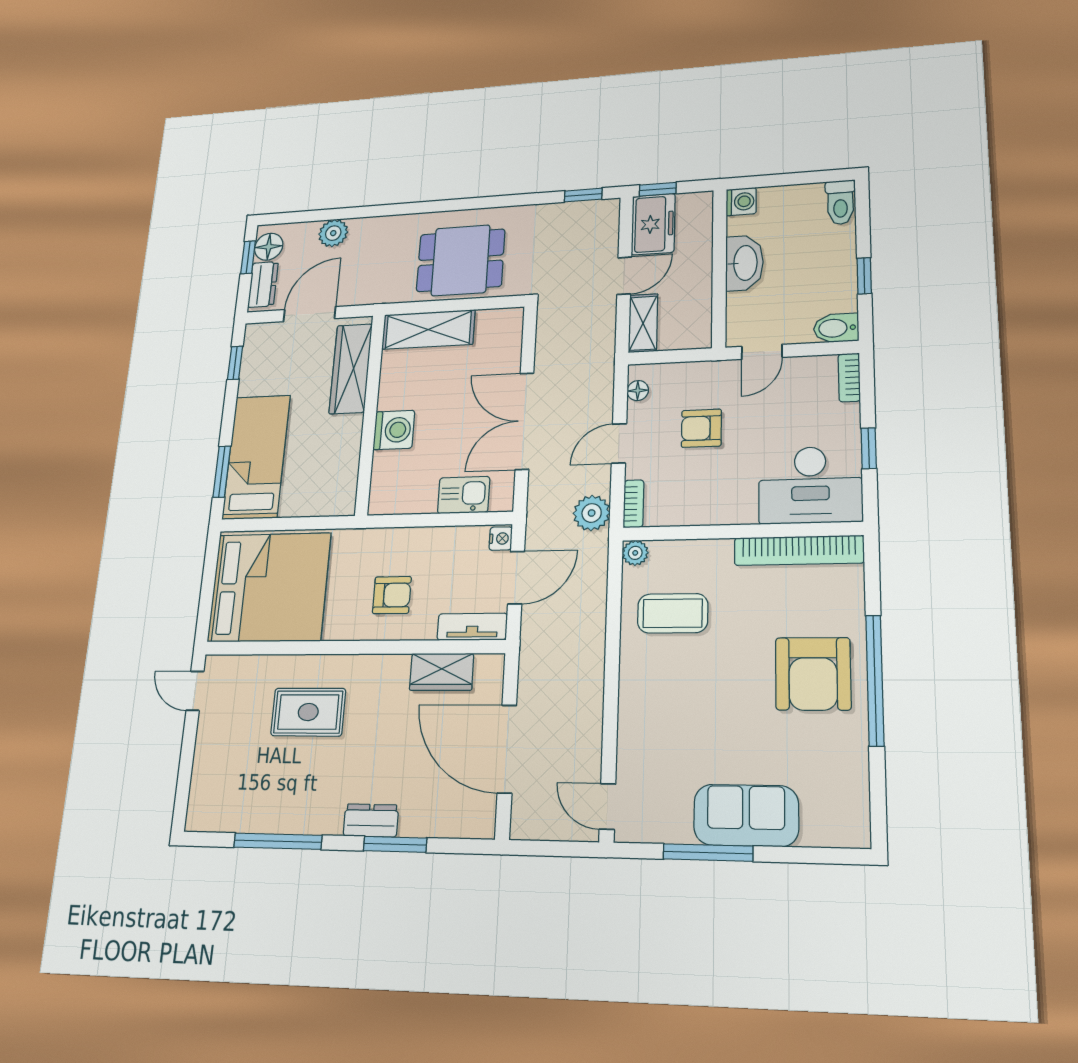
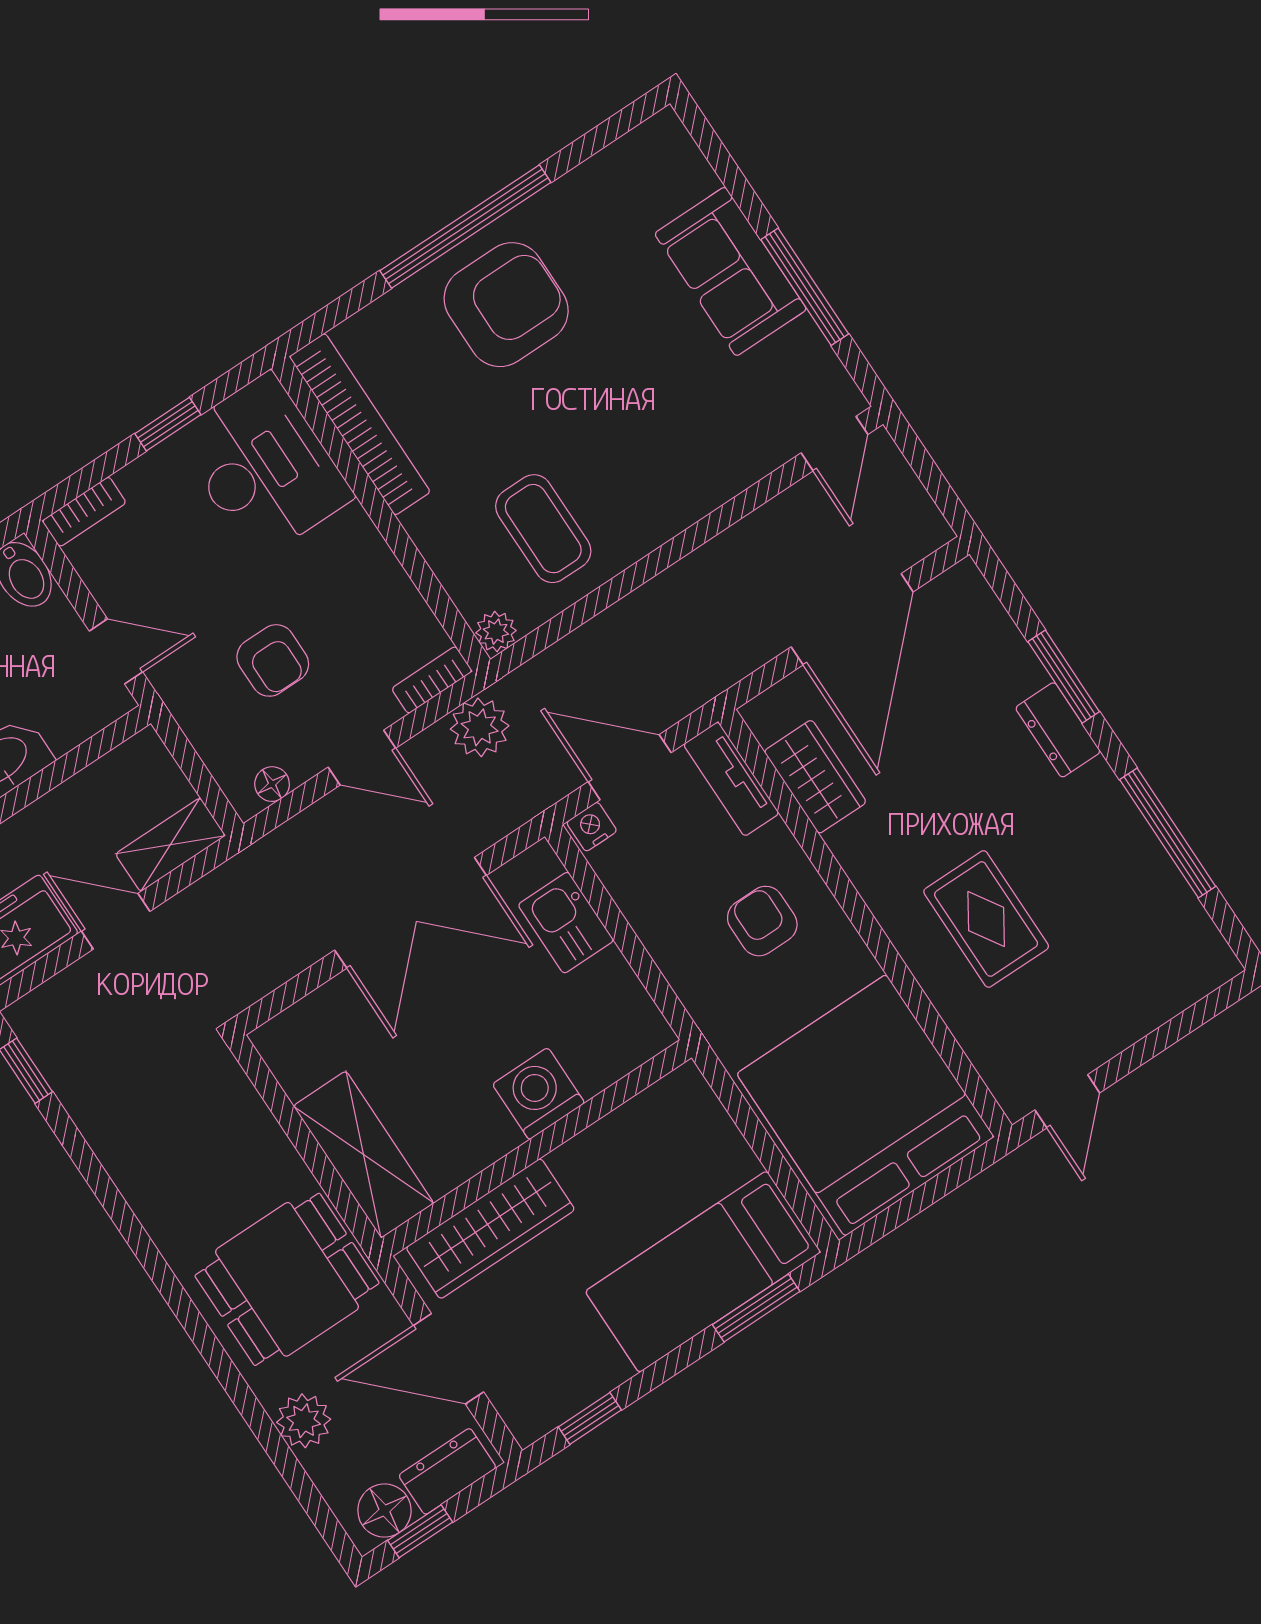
dining table: (461, 260) -> (287, 1279), moved, turned 90

